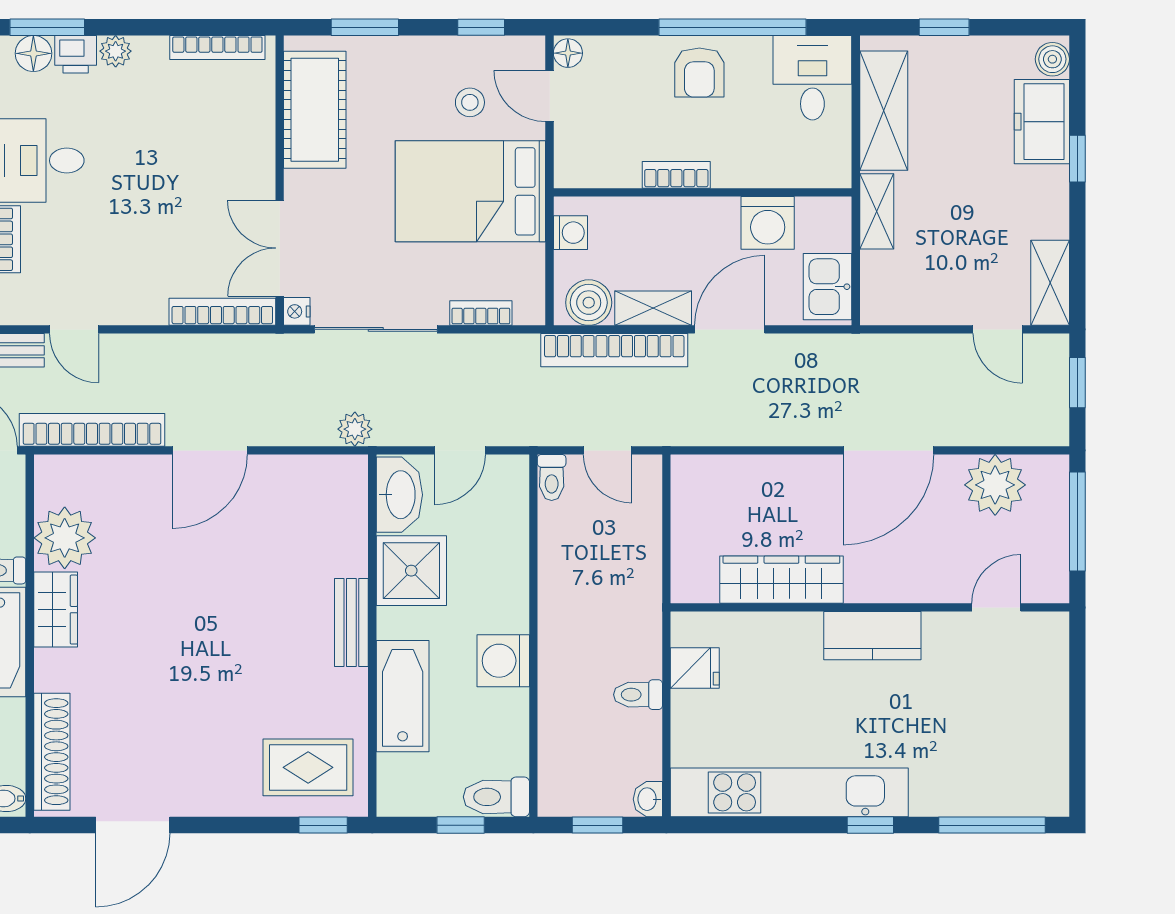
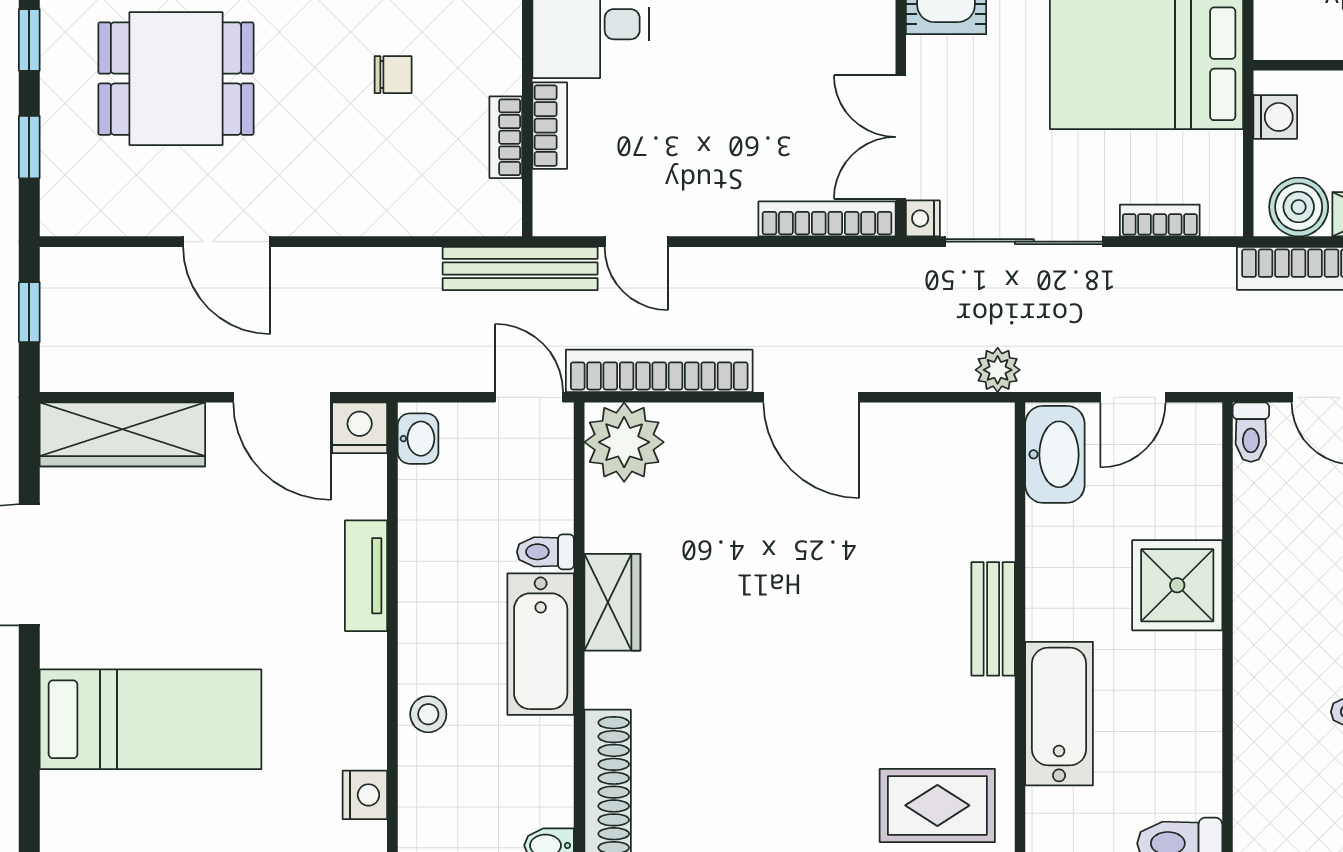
door: (210, 450) -> (811, 397), hinge flipped
plant: (65, 538) -> (624, 442), moved
shower: (411, 571) -> (1177, 585), moved
washing machine: (503, 661) -> (1189, 668), removed

